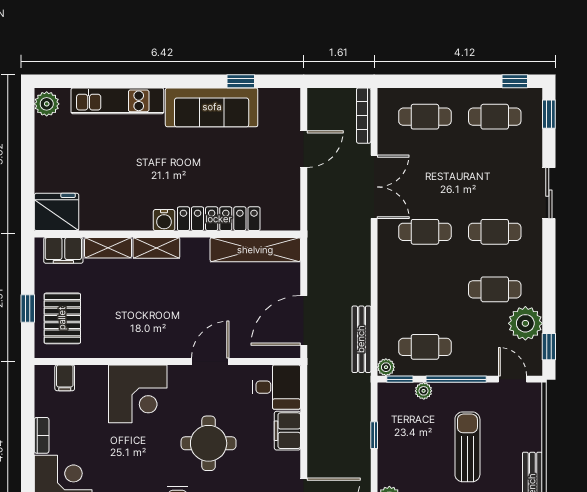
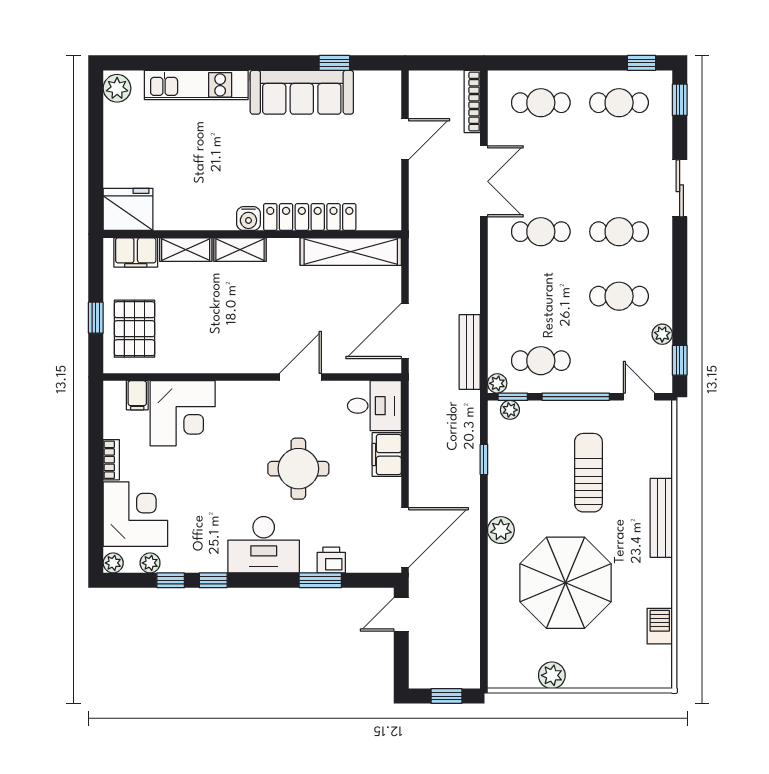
plant: (525, 323) -> (662, 334), width x0.53, depth x0.53
plant: (424, 391) -> (510, 410), moved
corner desk: (138, 394) -> (183, 413), moved

